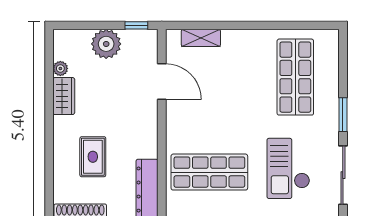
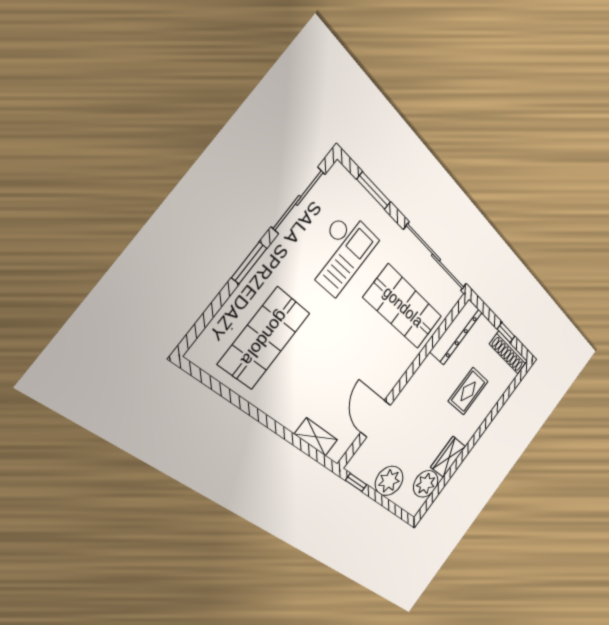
plant: (60, 68) -> (426, 484), width x1.87, depth x1.87

